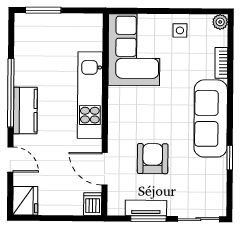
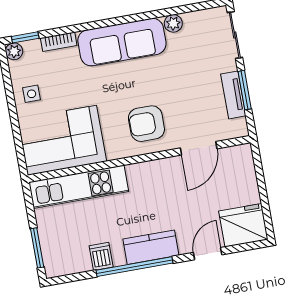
kitchen unit: (90, 95) -> (79, 187), moved
window: (230, 158) -> (25, 37), moved
armchair: (153, 159) -> (146, 124), moved
plant: (219, 167) -> (173, 23), added
fridge: (25, 201) -> (243, 225), width x1.36, depth x1.34
dishwasher: (93, 204) -> (101, 256), moved, turned 90

